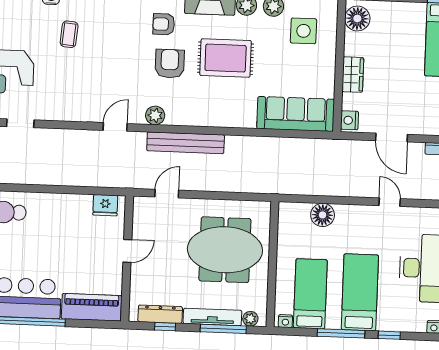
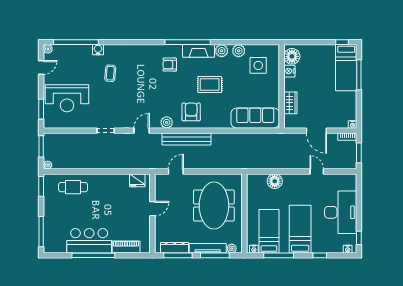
rug: (226, 58) -> (210, 84), width x0.73, depth x0.70
armchair: (170, 64) -> (191, 112), moved
wardrobe: (353, 75) -> (290, 103), moved
nightstand: (350, 120) -> (289, 71), moved
doorway: (20, 123) -> (106, 131), moved
meeting table: (225, 250) -> (214, 206), turned 90
piano: (91, 307) -> (126, 247), width x0.73, depth x0.75
window: (165, 327) -> (178, 255), width x2.17
window: (341, 333) -> (279, 255), moved

